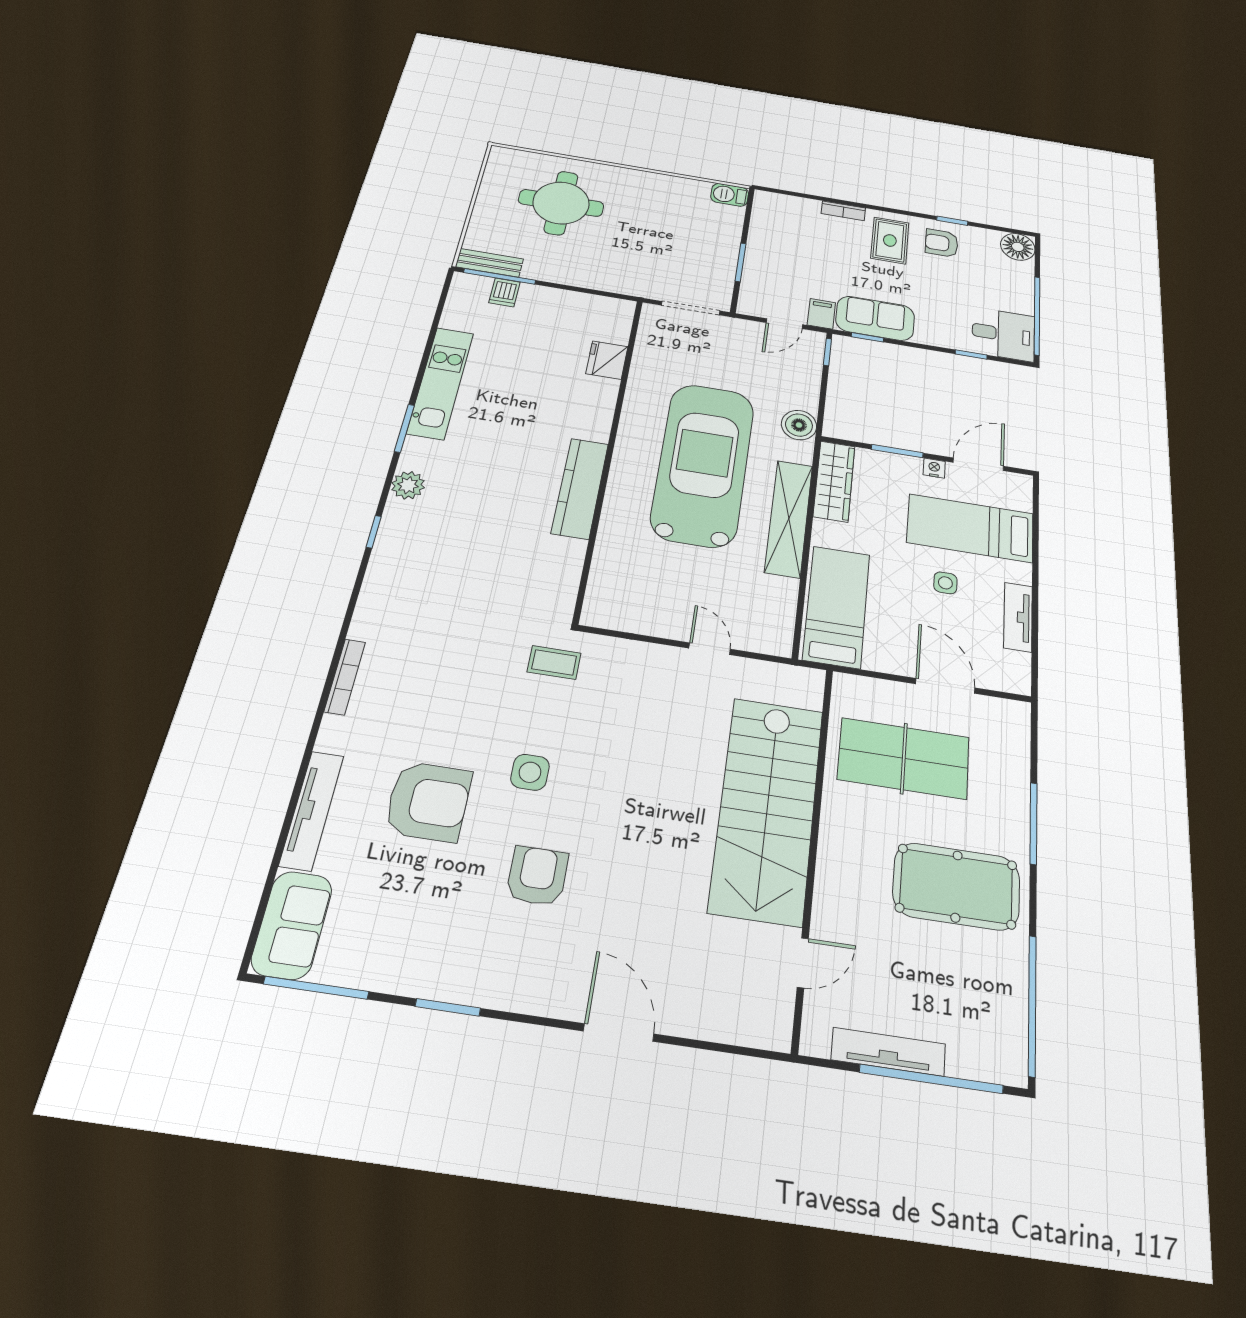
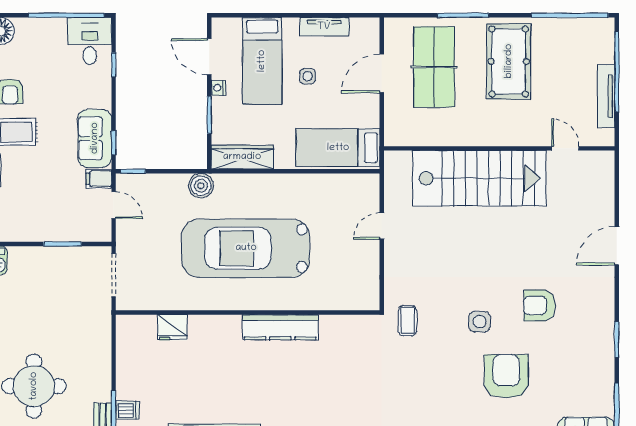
shelving: (789, 518) -> (278, 185), removed
table tennis table: (904, 758) -> (434, 67), moved

